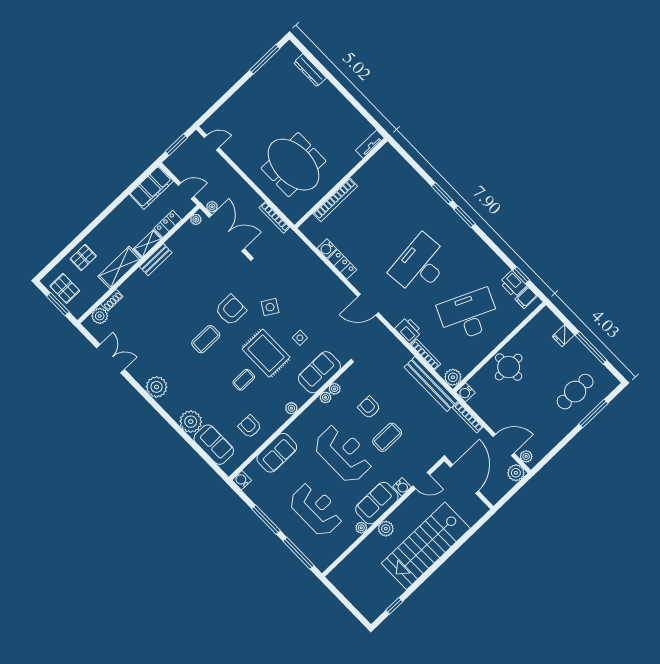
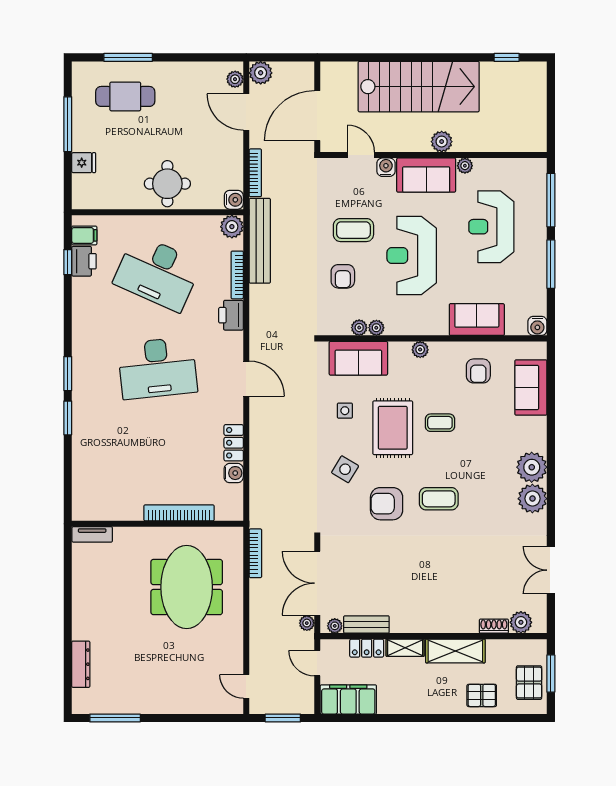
bench: (156, 260) -> (366, 625), moved
plant: (191, 422) -> (532, 467), moved

